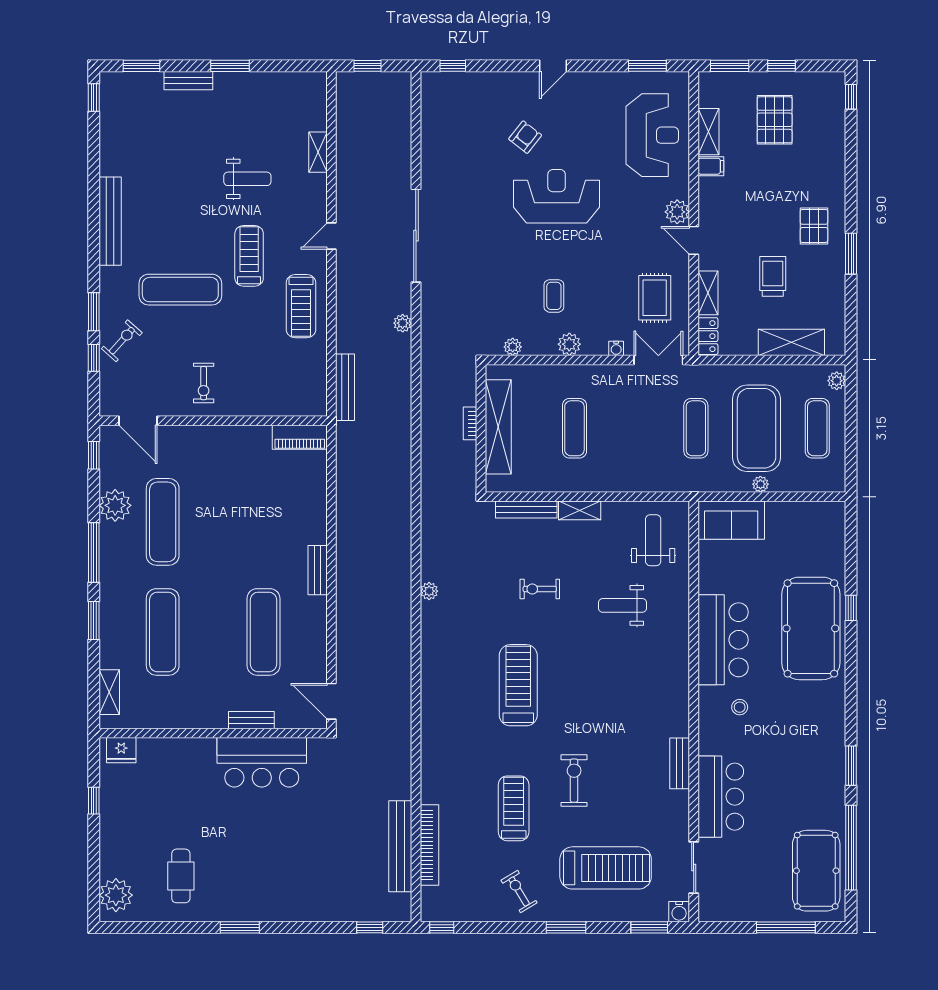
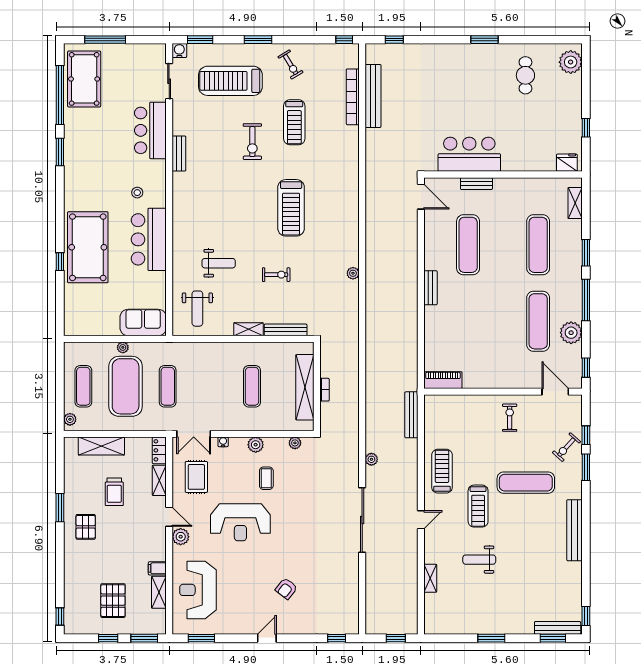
bench: (188, 81) -> (558, 628), moved, width x1.36
reception desk: (557, 196) -> (240, 522), moved

